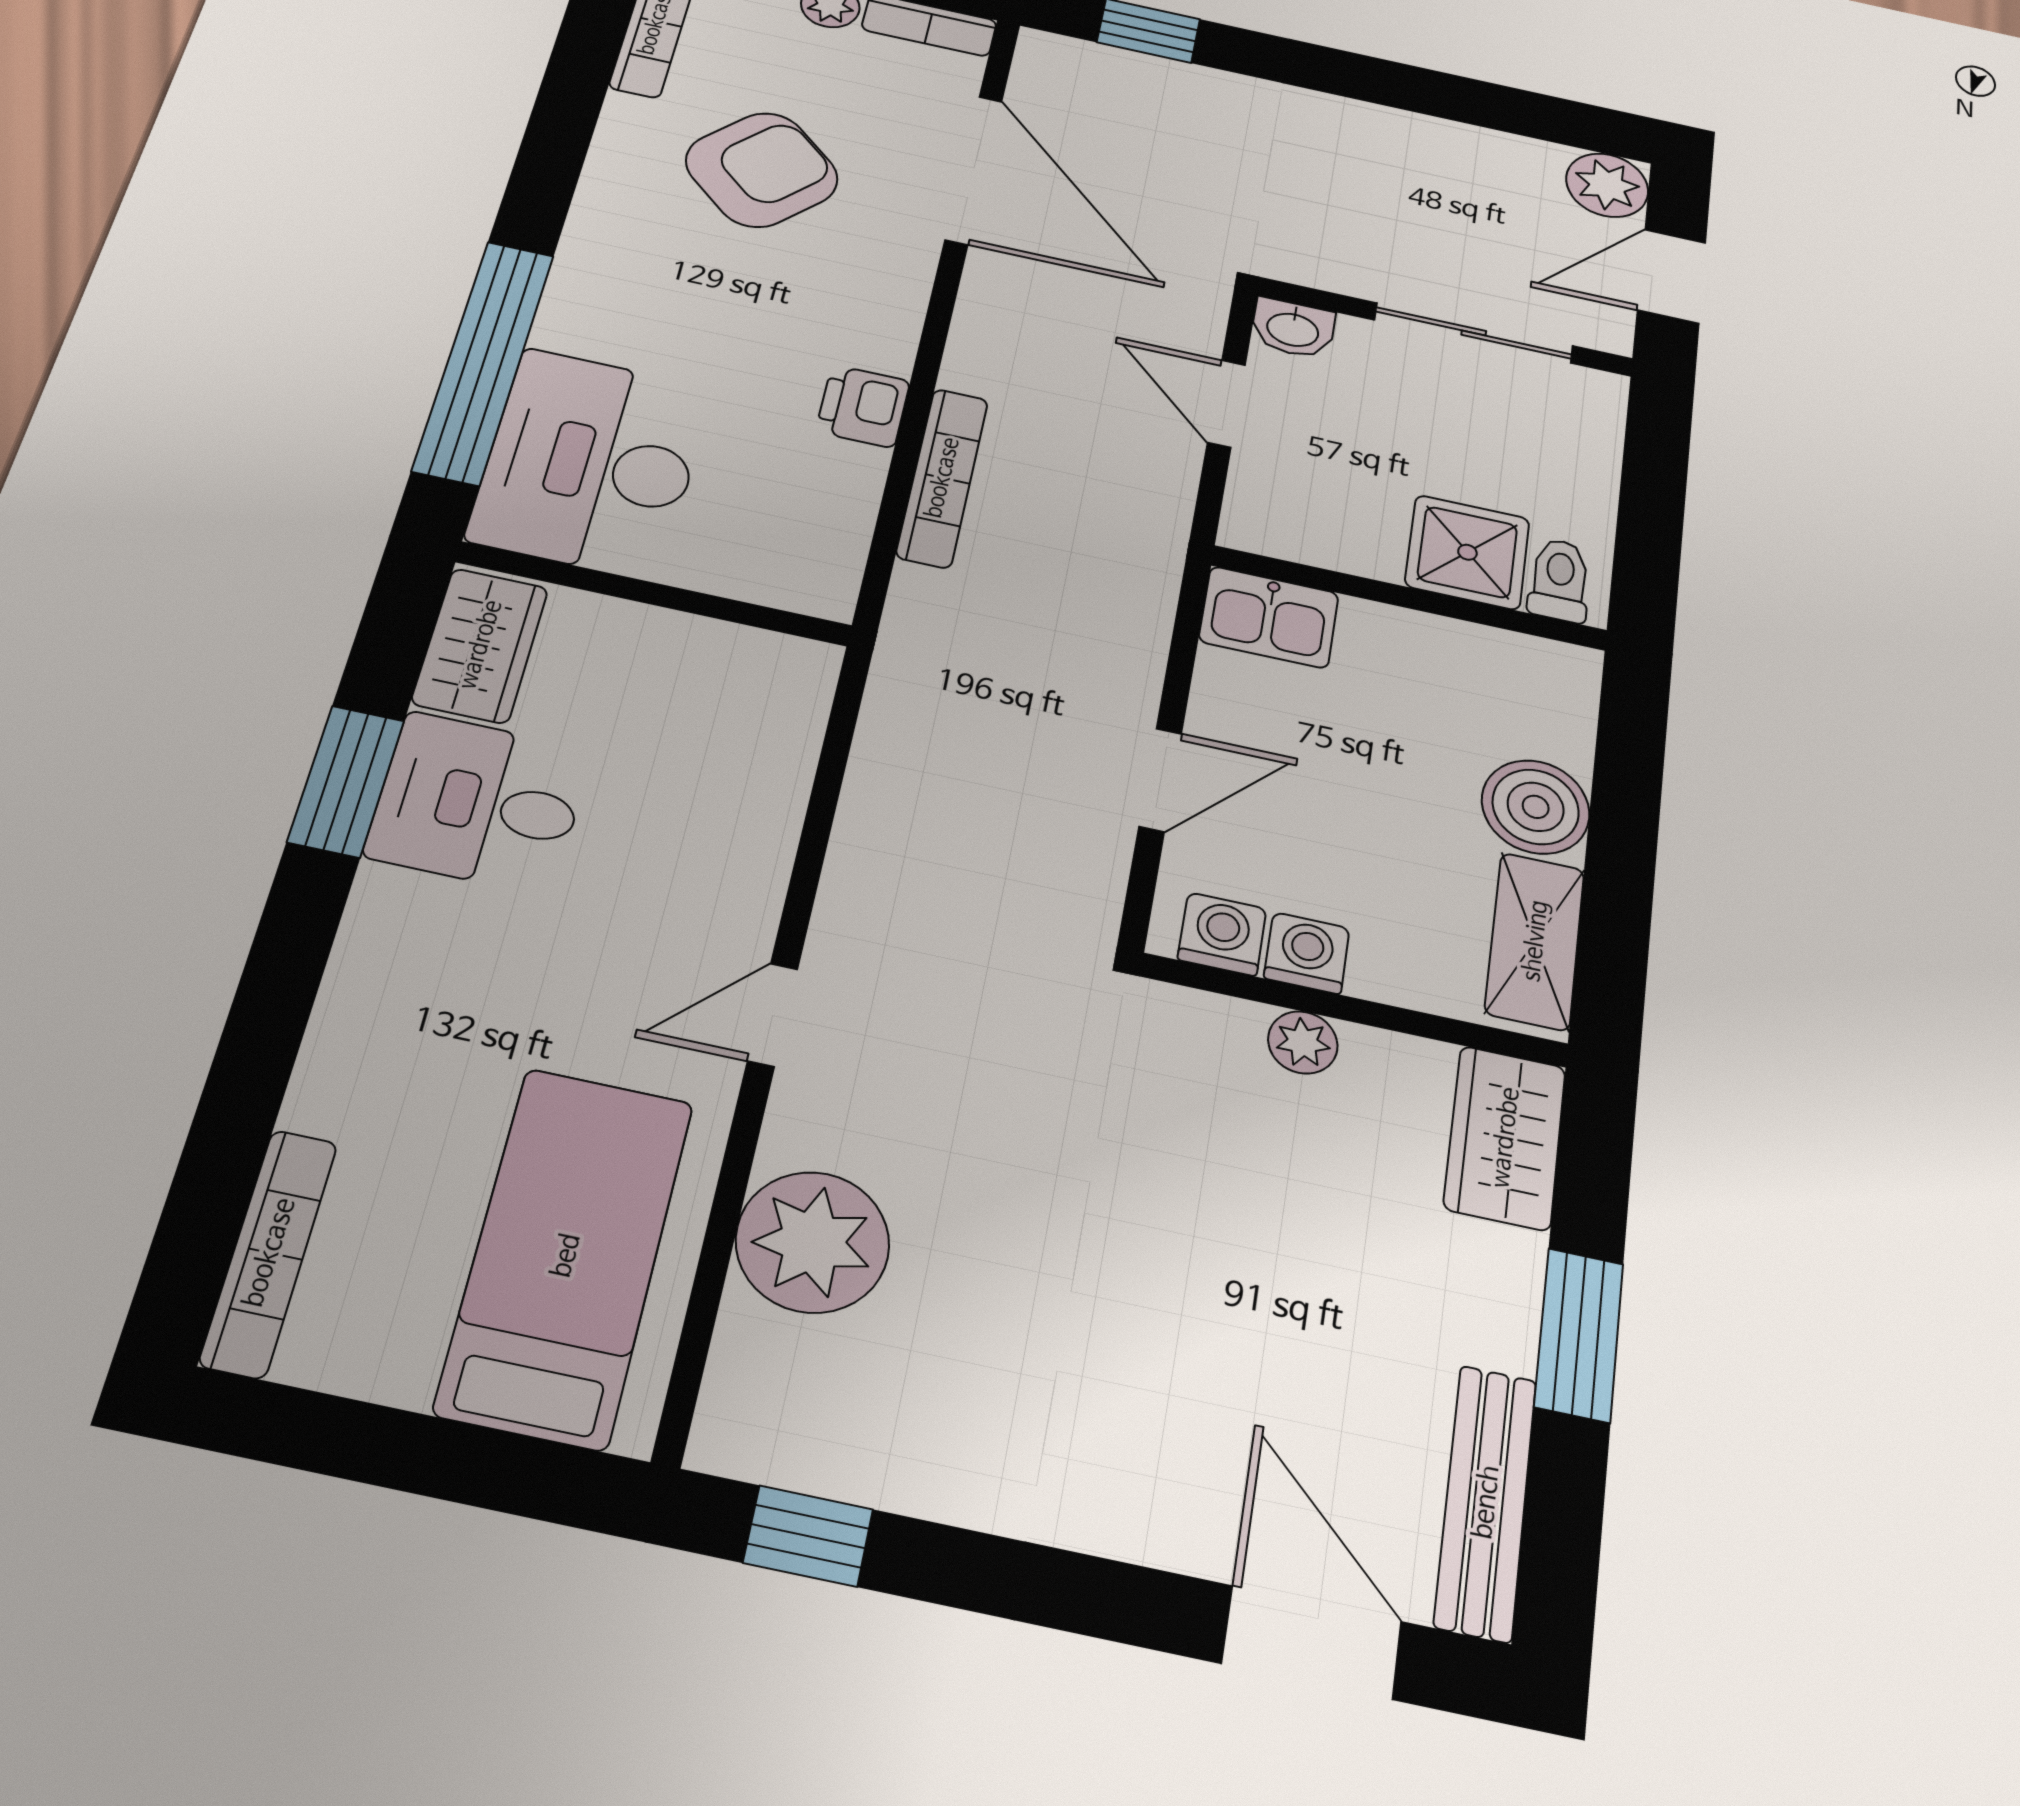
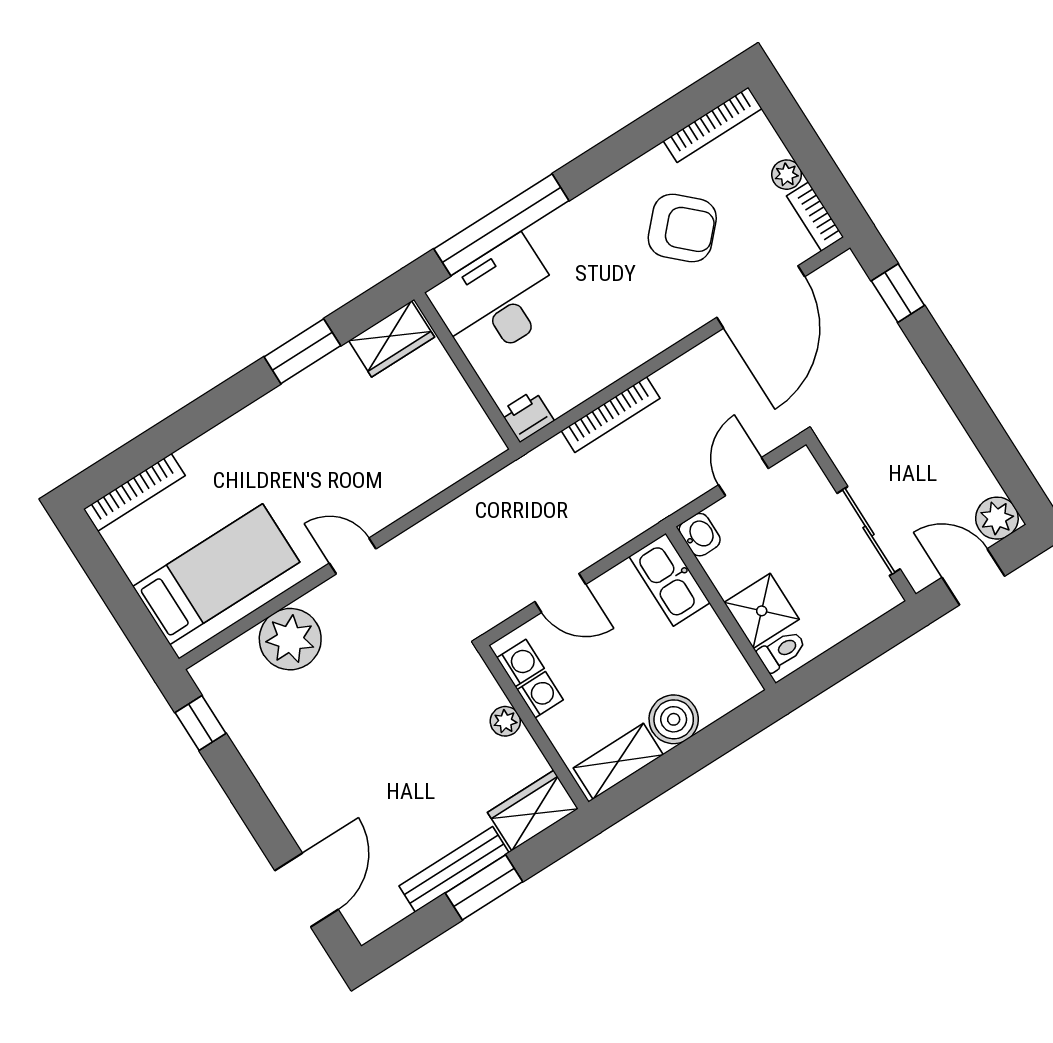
washbasin: (1293, 328) -> (700, 535), moved, turned 180
printer: (863, 406) -> (527, 416), moved
kitchen sink: (1269, 617) -> (670, 580), width x1.38
desk: (479, 803) -> (336, 398), removed
bench: (1486, 1502) -> (454, 869), moved

